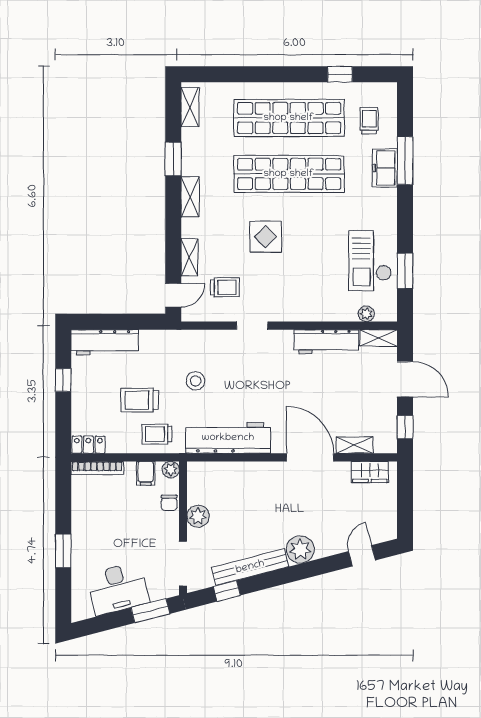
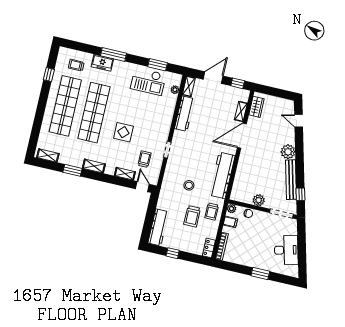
window: (405, 161) -> (114, 54), moved
window: (150, 611) -> (302, 236), removed

